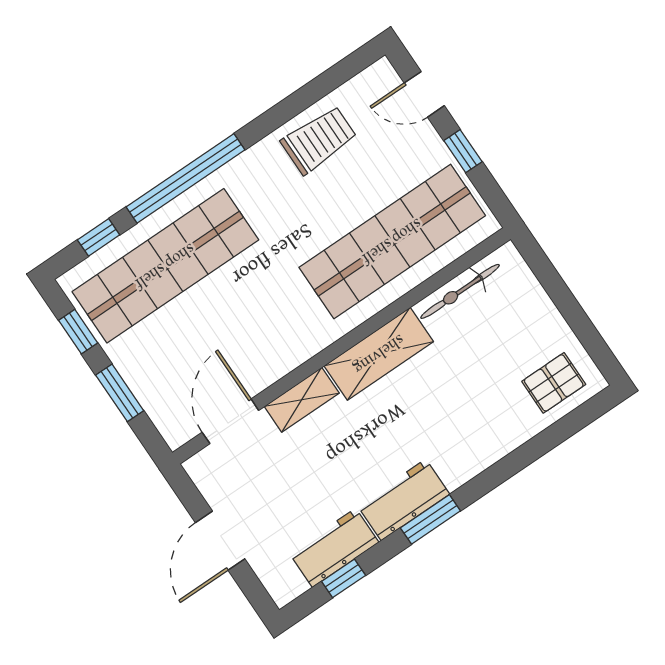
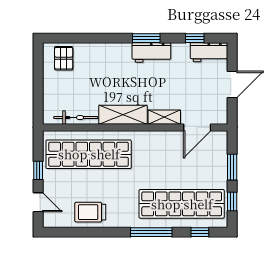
window: (185, 178) -> (151, 232), width x0.68
pallet: (554, 383) -> (64, 58), turned 90
workbench: (334, 548) -> (209, 52), moved

